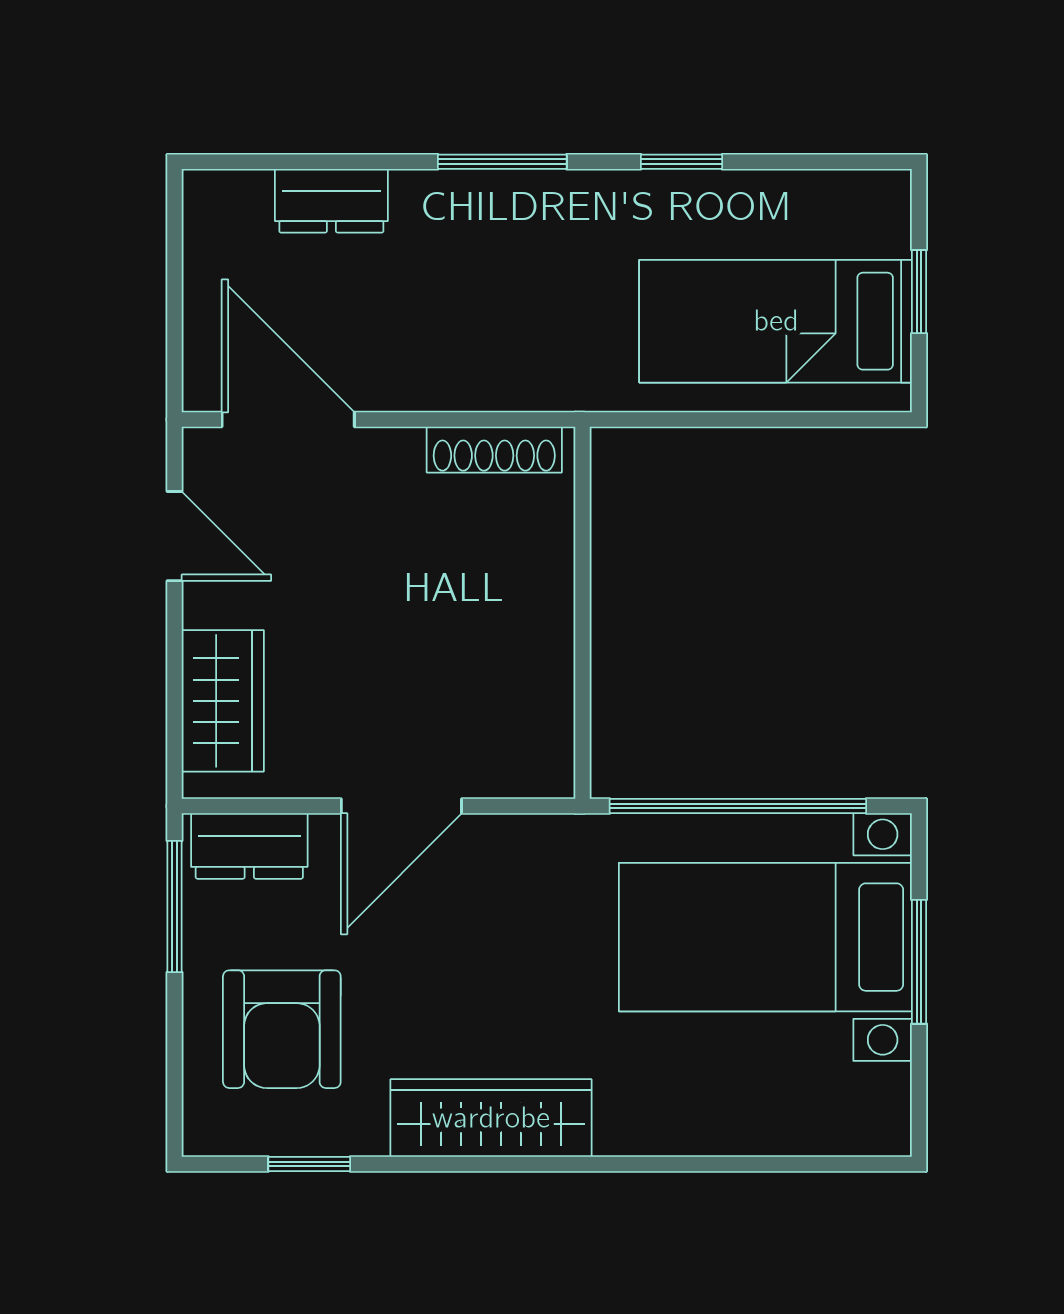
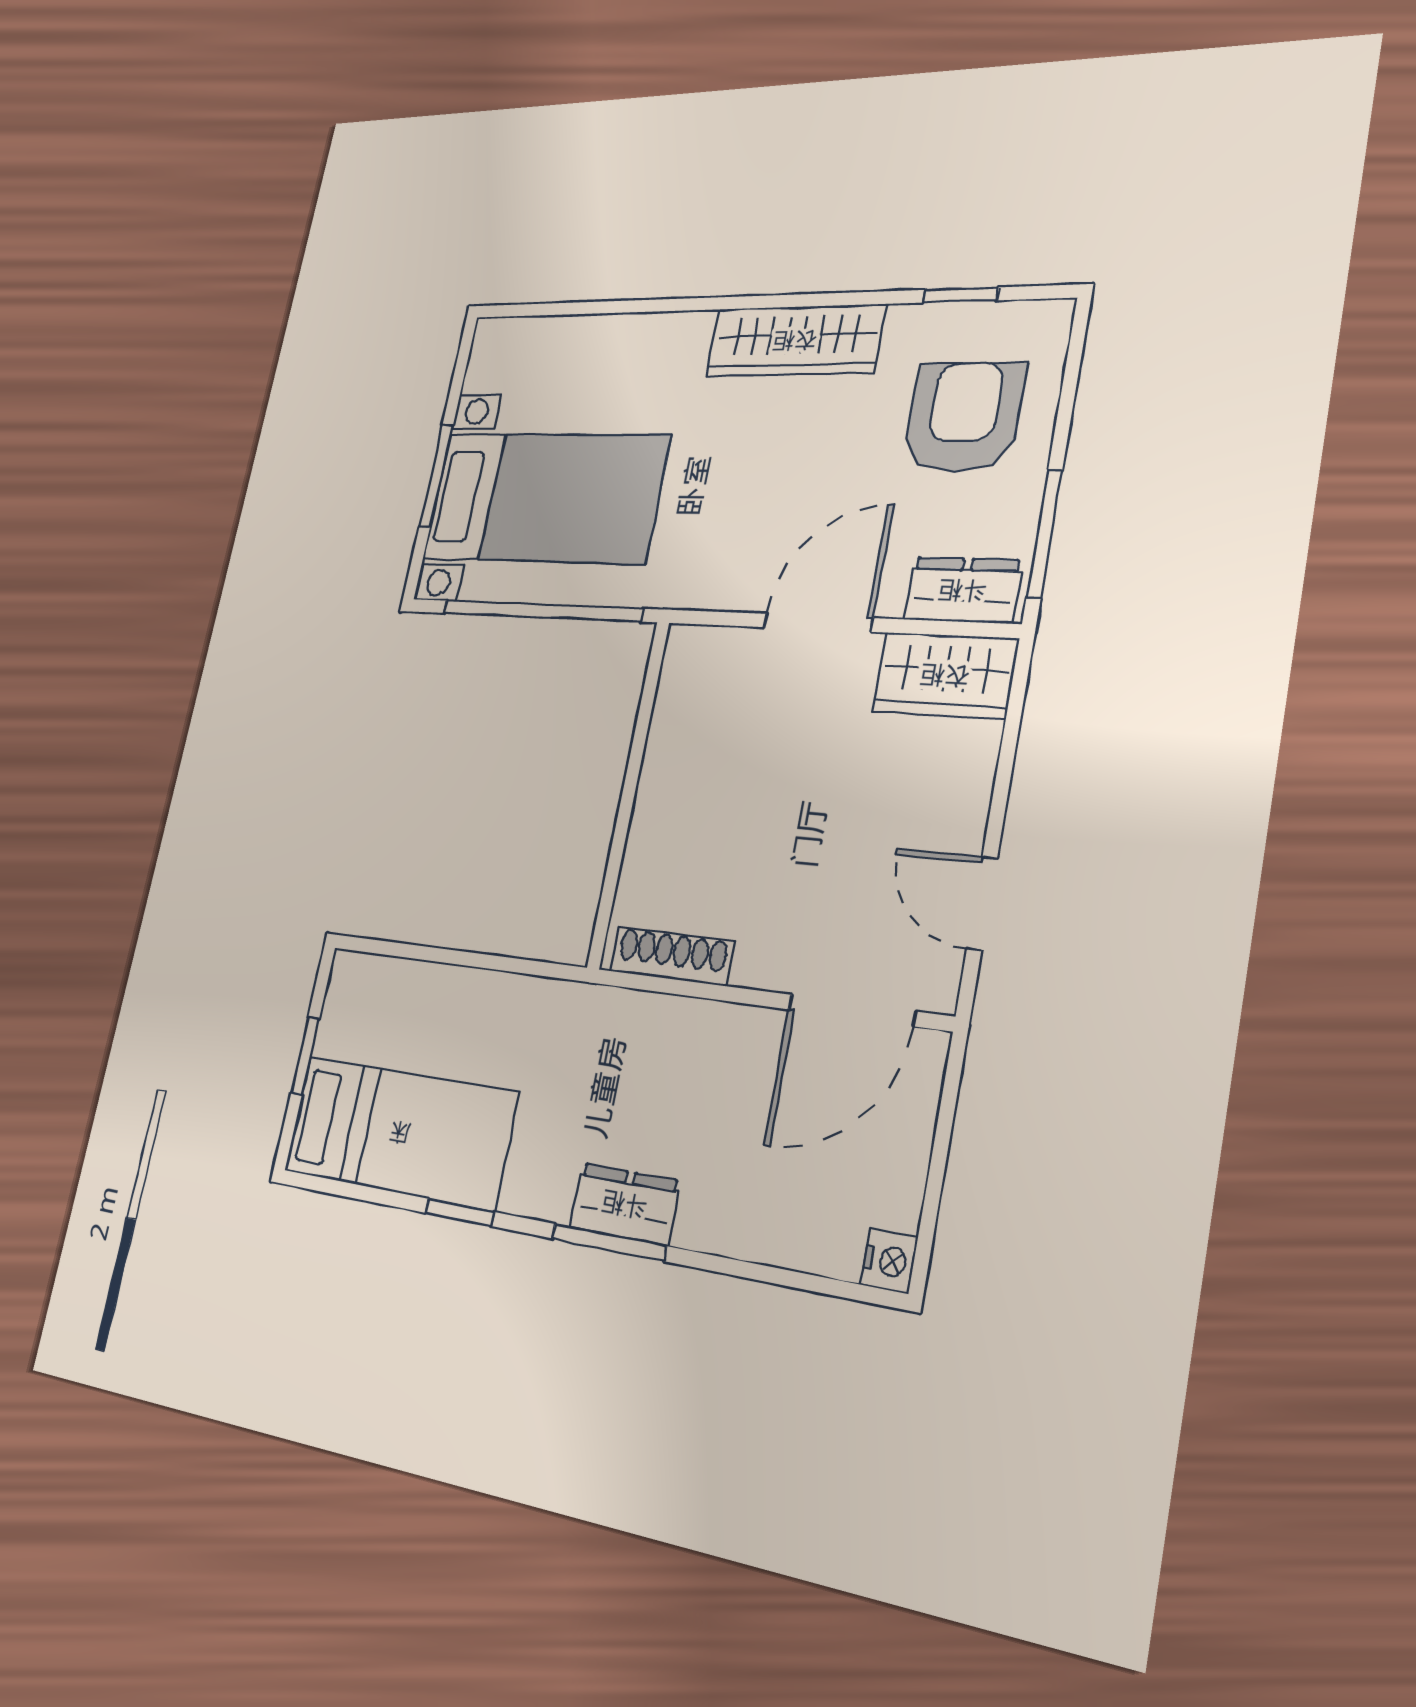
nightstand: (206, 195) -> (889, 1261), added
dresser: (331, 201) -> (625, 1204), moved
bed: (776, 321) -> (400, 1132), moved
door: (288, 419) -> (852, 1010), hinge flipped
wardrobe: (223, 701) -> (945, 675), moved, turned -90

